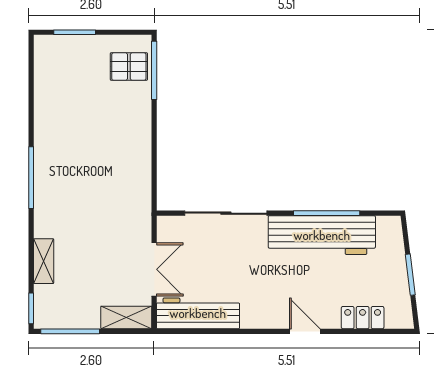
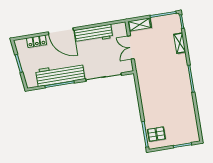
workbench: (198, 313) -> (94, 34), moved
door: (305, 331) -> (61, 31), width x1.87

